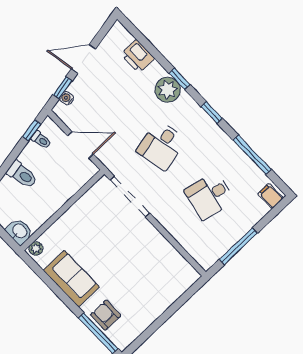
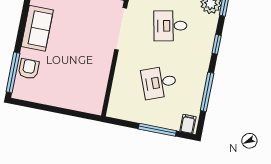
desk: (210, 196) -> (159, 82), turned -33
window: (238, 246) -> (157, 130), moved

